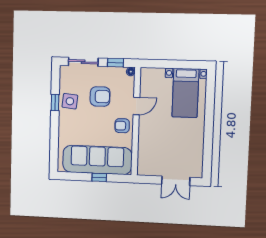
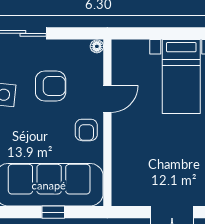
window: (115, 63) -> (73, 33), removed
armchair: (122, 126) -> (86, 130), turned -90

